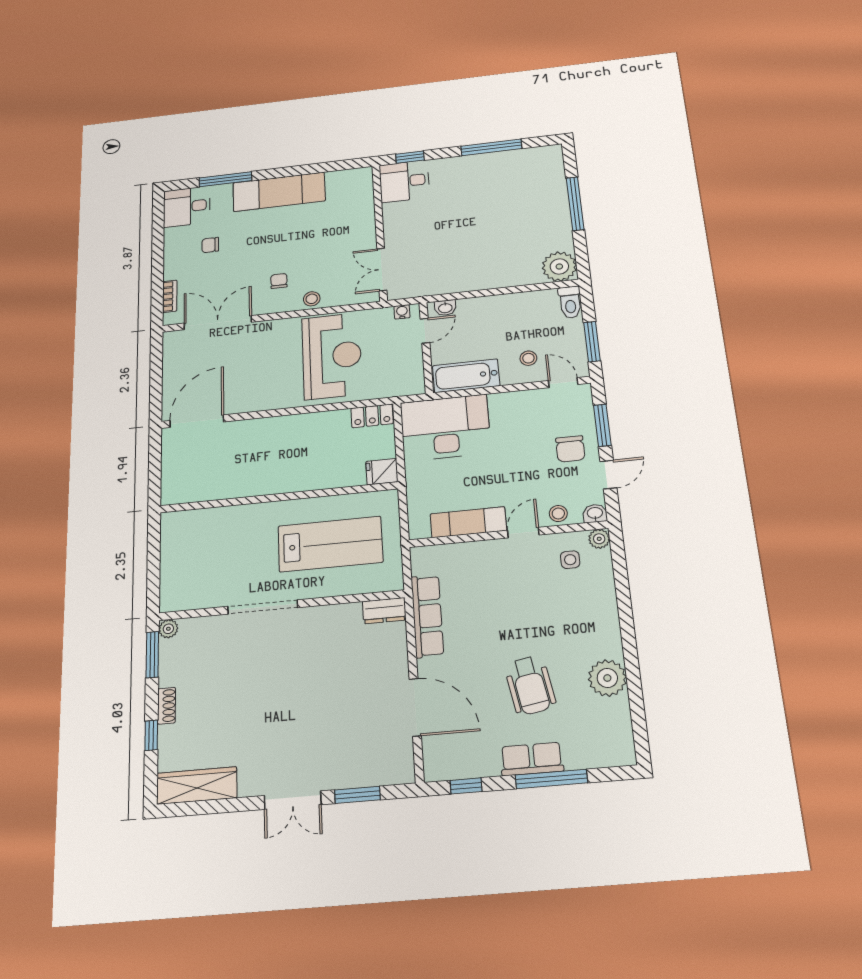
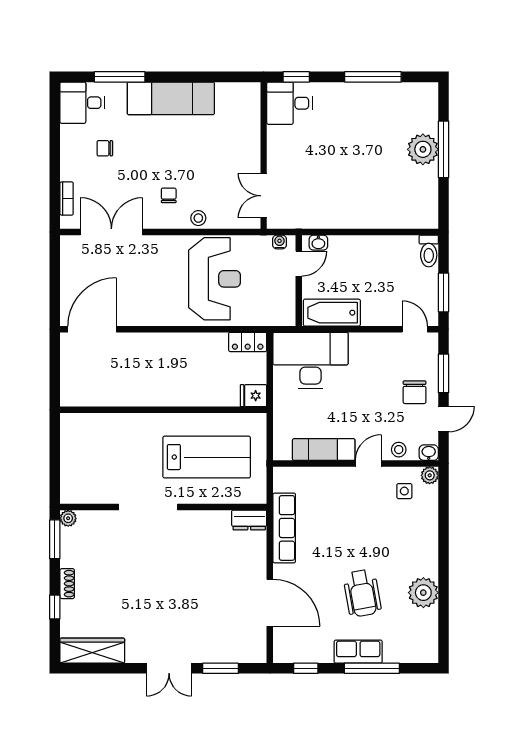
plant: (559, 267) -> (423, 149), moved
stool: (528, 358) -> (387, 302), removed

